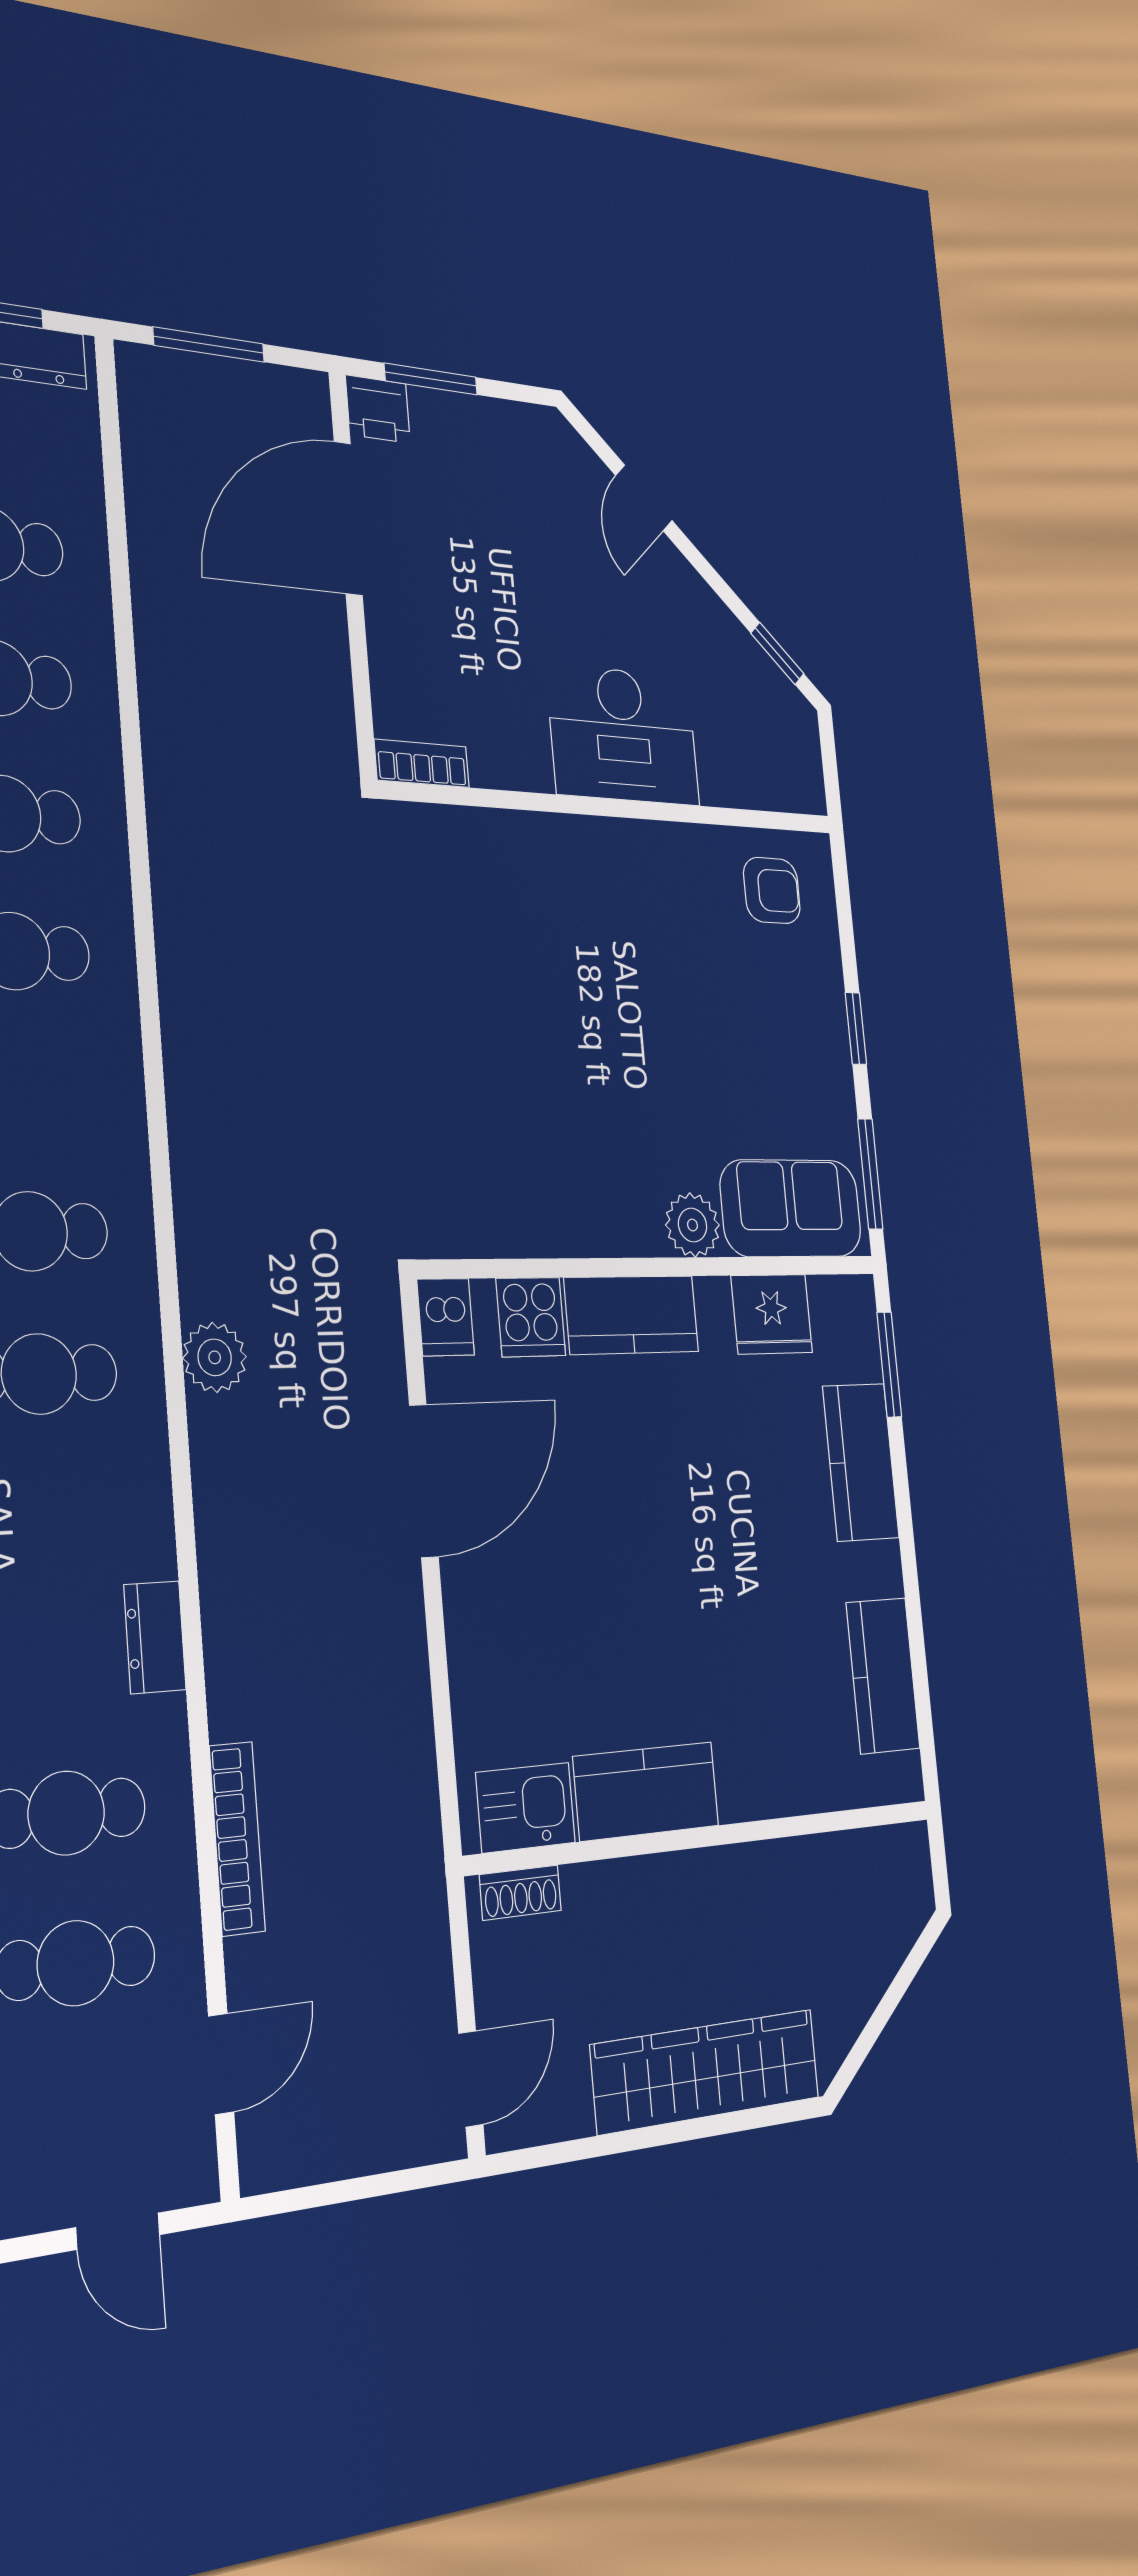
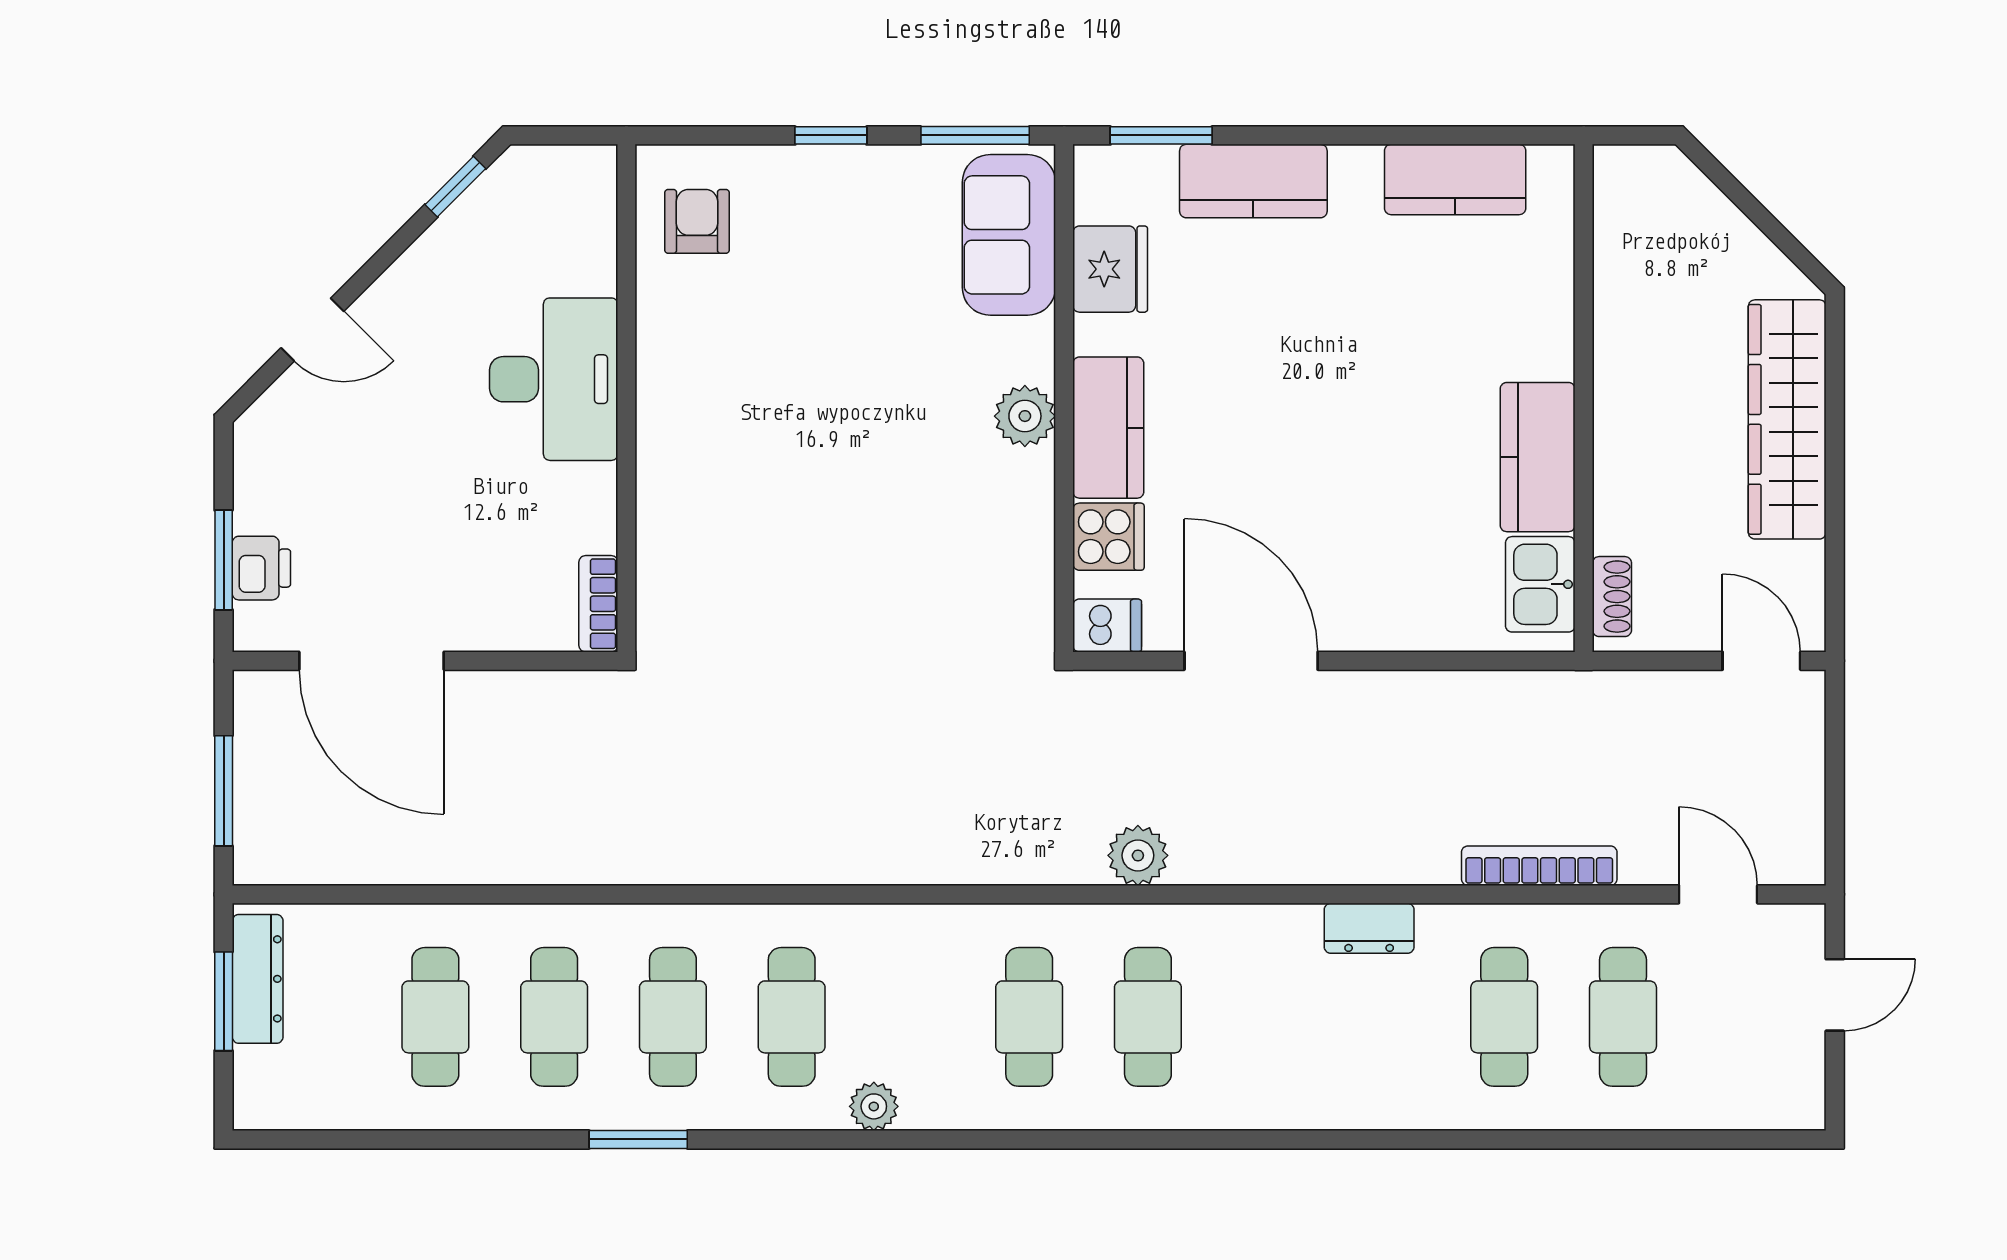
printer: (378, 409) -> (261, 568), moved
plant: (693, 1225) -> (1025, 416), moved

